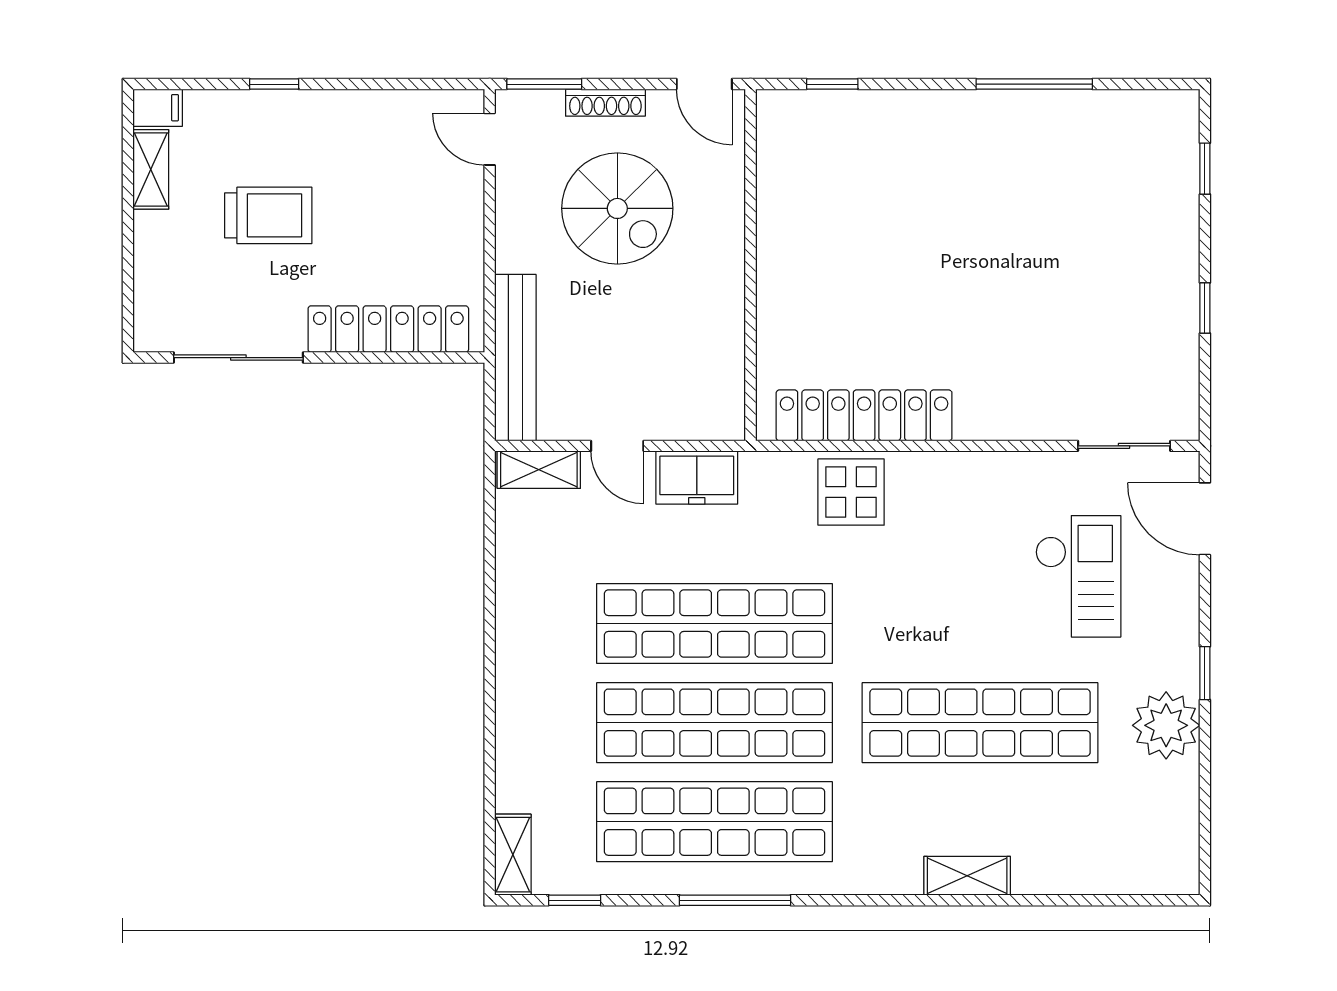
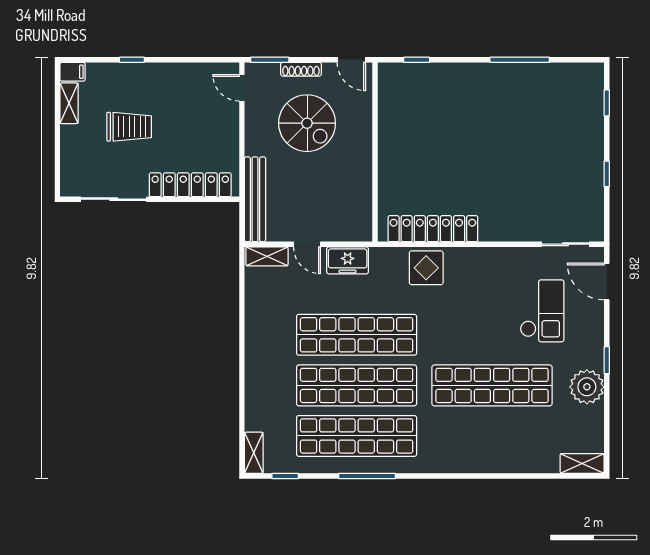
shelving: (967, 876) -> (582, 463), moved

